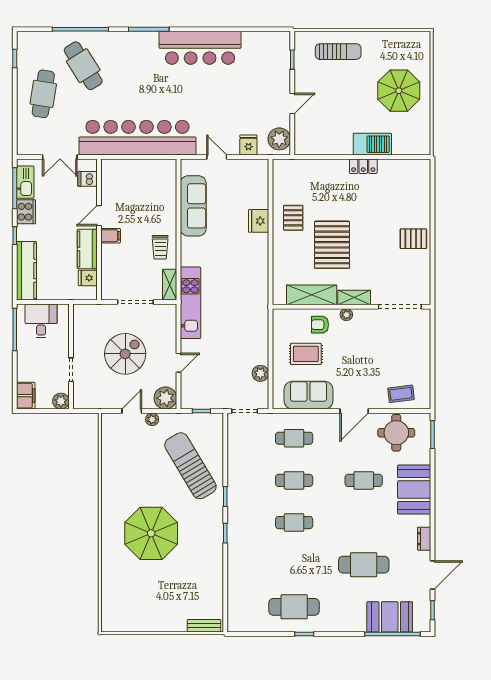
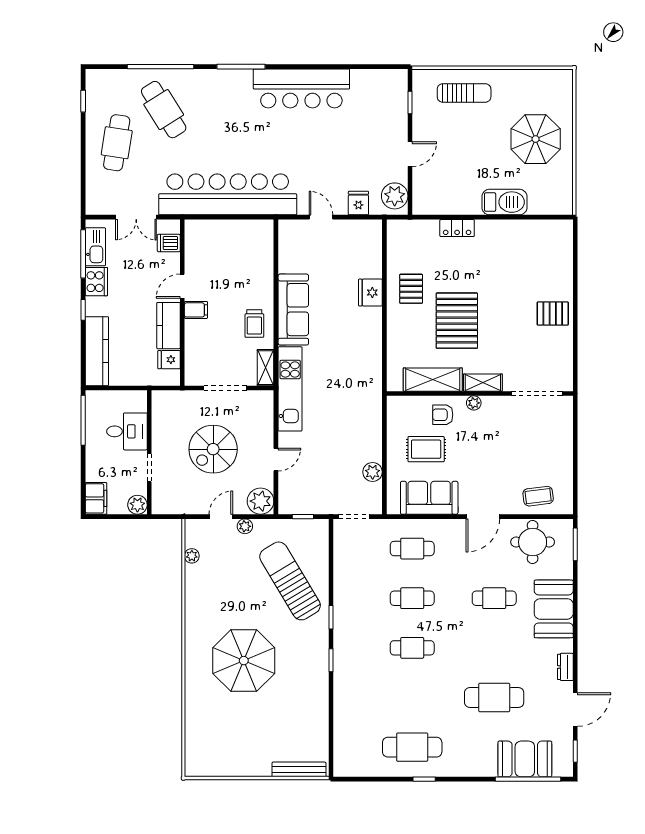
locker: (363, 166) -> (457, 228), moved
sofa: (193, 206) -> (293, 310), moved
desk: (41, 321) -> (127, 431), moved, turned 90
spiral stairs: (125, 354) -> (213, 449), turned 180
plant: (107, 444) -> (192, 556), added
bench: (204, 626) -> (299, 769), width x1.36

